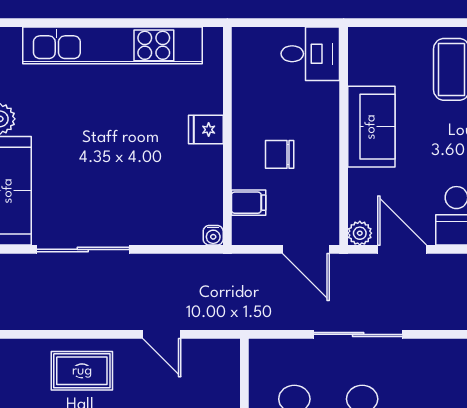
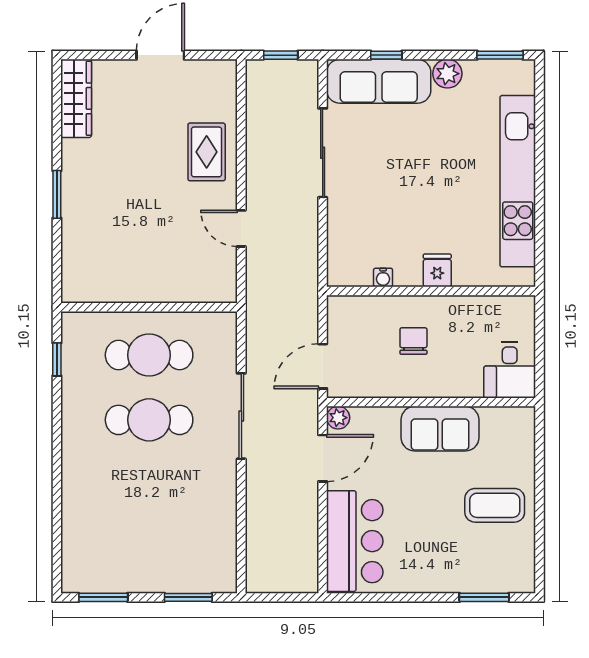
filing cabinet: (249, 203) -> (367, 311), removed
water cooler: (213, 235) -> (383, 277), moved, turned -90
door: (162, 334) -> (241, 228), hinge flipped

